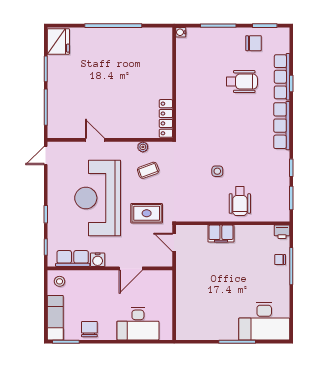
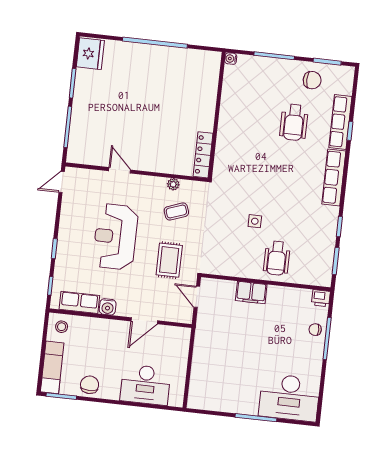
wheelchair: (242, 82) -> (294, 122), turned 90
reception desk: (98, 198) -> (115, 237), width x0.74, depth x0.77
rug: (147, 213) -> (169, 260), turned 90

